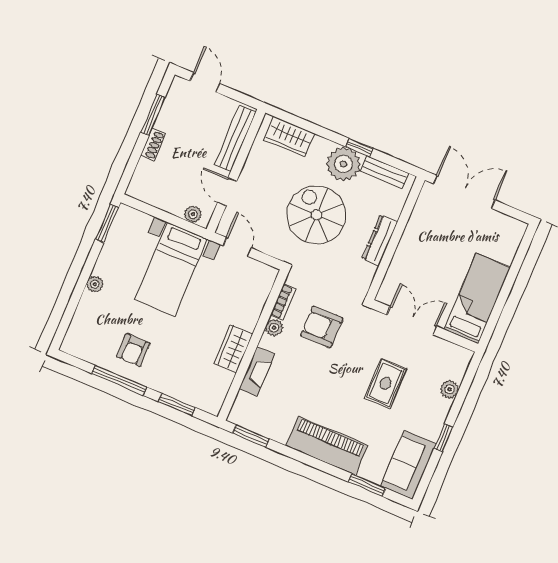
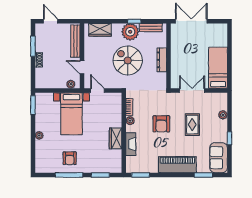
armchair: (322, 327) -> (161, 124), moved, turned -90

